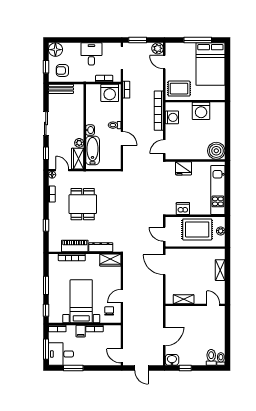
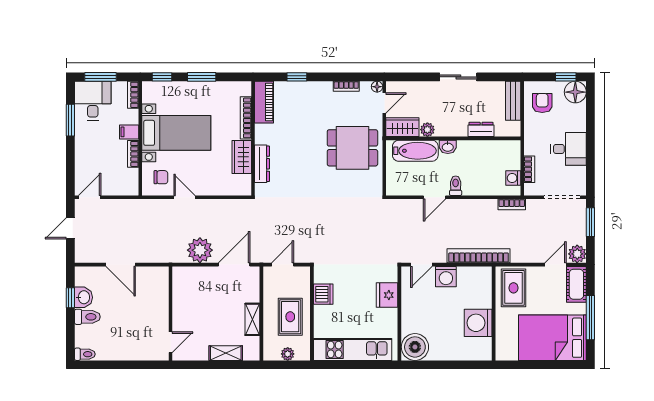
cot: (177, 49) -> (576, 284), added
window: (46, 67) -> (566, 77), moved
washing machine: (110, 93) -> (513, 178), width x0.53, depth x0.53
dresser: (79, 109) -> (481, 129), added
washing machine: (172, 117) -> (446, 277), moved
door: (164, 147) -> (421, 265), swing flipped
window: (46, 153) -> (411, 77), removed
dining table: (83, 204) -> (352, 148), moved
rug: (197, 229) -> (290, 317), width x0.73, depth x0.70
piano: (75, 246) -> (264, 102), moved
wardrobe: (110, 260) -> (242, 157), moved
plant: (155, 286) -> (200, 250), added
shelving: (184, 299) -> (252, 319), moved
toilet: (211, 357) -> (87, 317), moved
washbasin: (172, 360) -> (83, 297), moved

